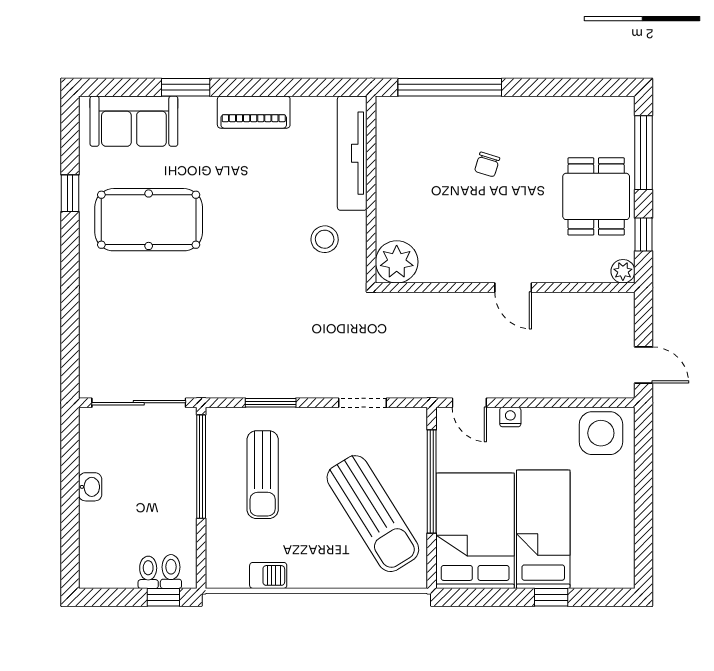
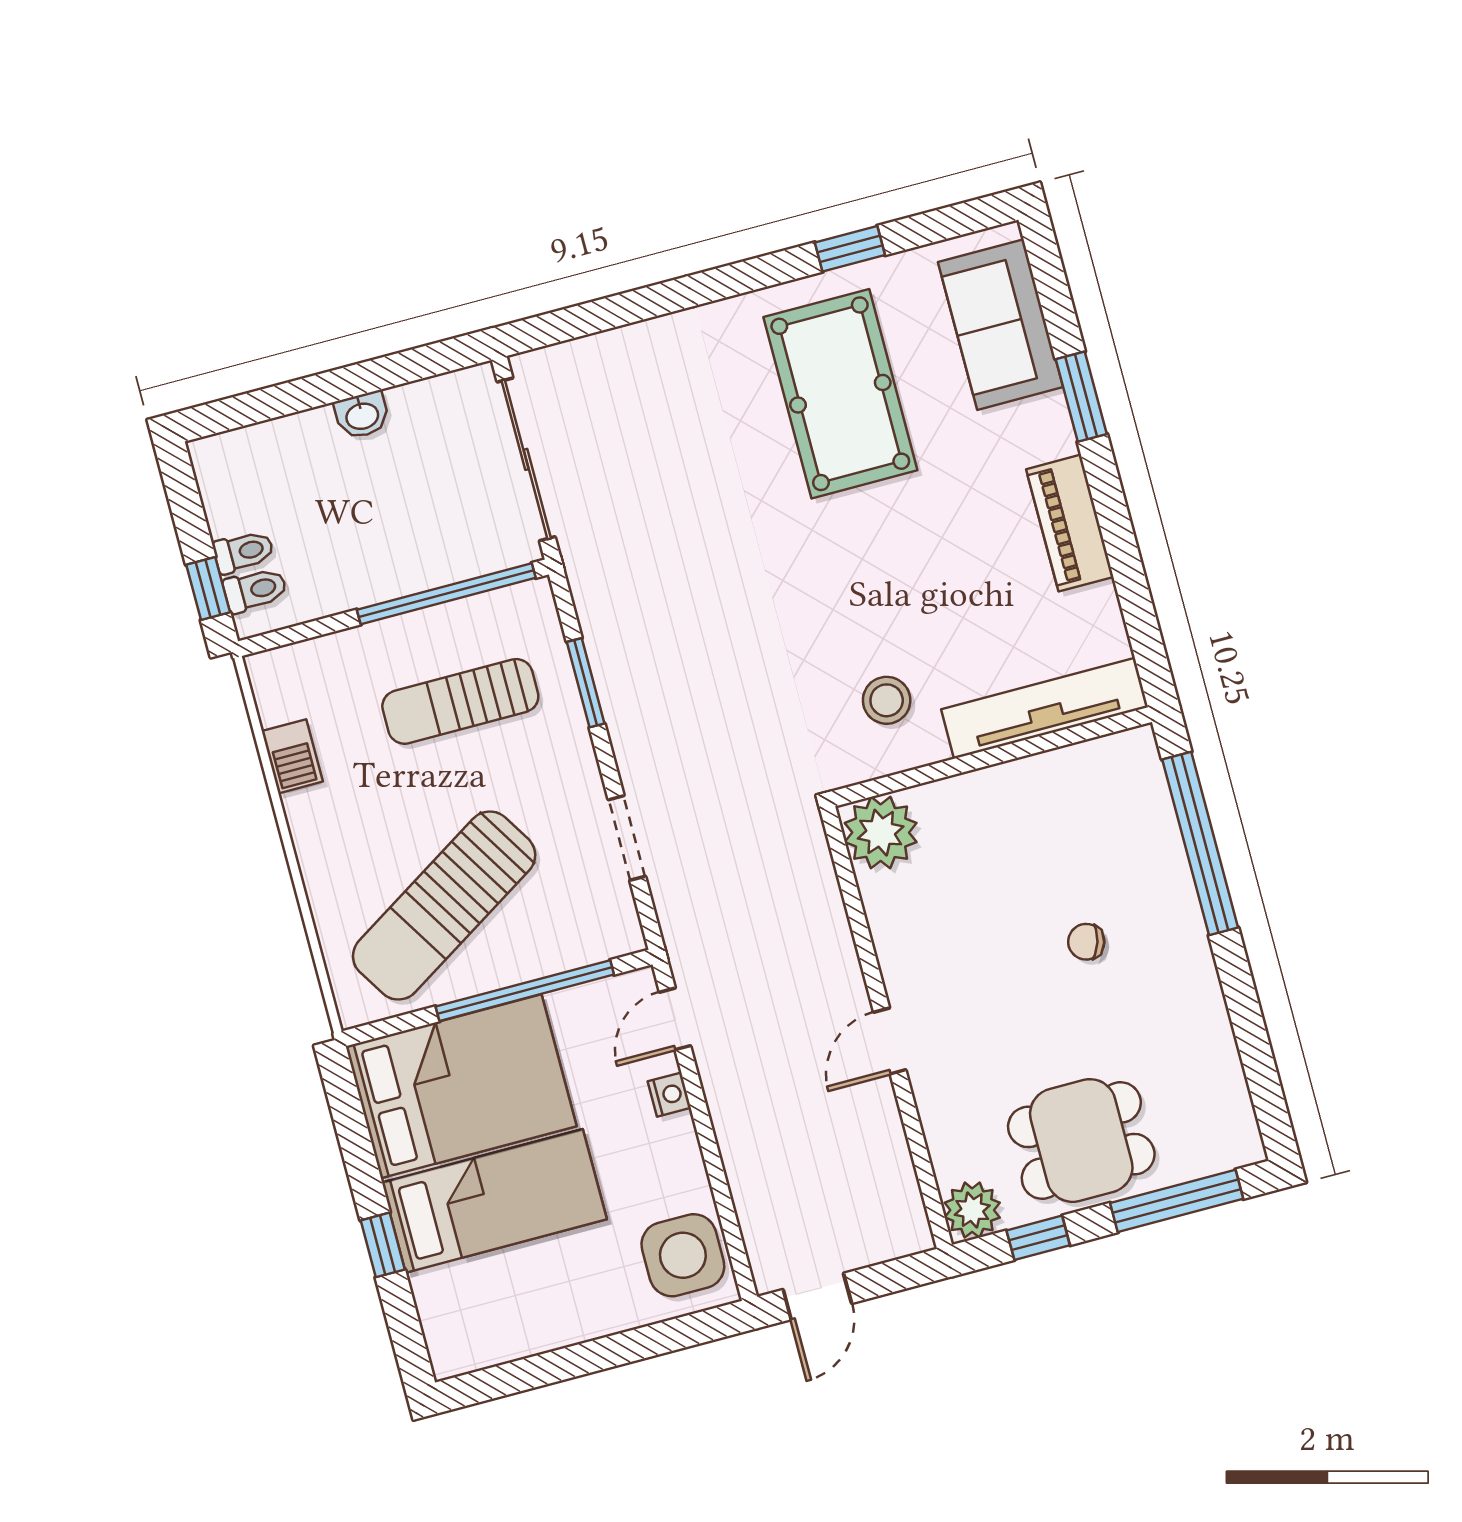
plant: (623, 271) -> (972, 1210), width x1.38, depth x1.38

